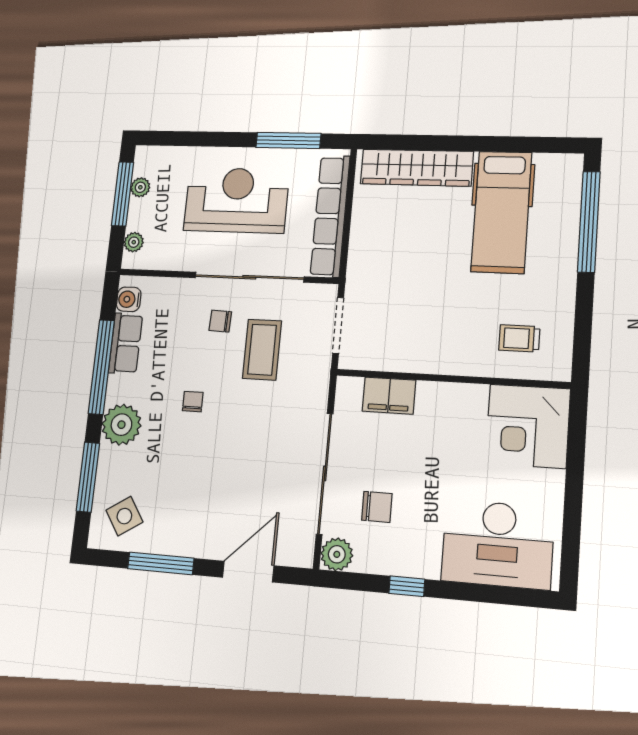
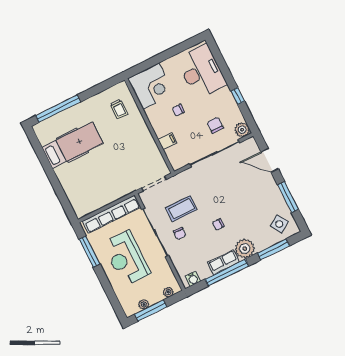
wardrobe: (417, 168) -> (72, 190), removed
row of seats: (126, 343) -> (223, 262), moved
filing cabinet: (389, 396) -> (167, 141), width x0.50
chair: (449, 452) -> (178, 110), added

